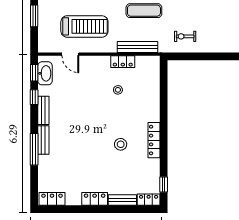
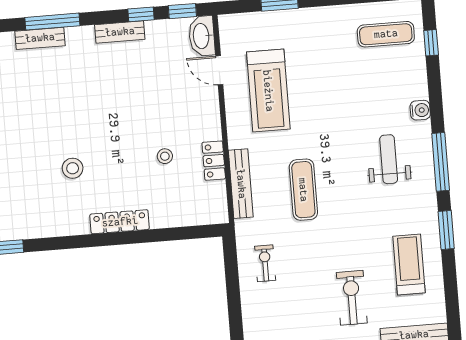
door: (70, 54) -> (219, 70), hinge flipped
washbasin: (45, 73) -> (202, 36), moved, turned 90
bench: (43, 140) -> (40, 38), moved
locker: (154, 140) -> (120, 222), moved

